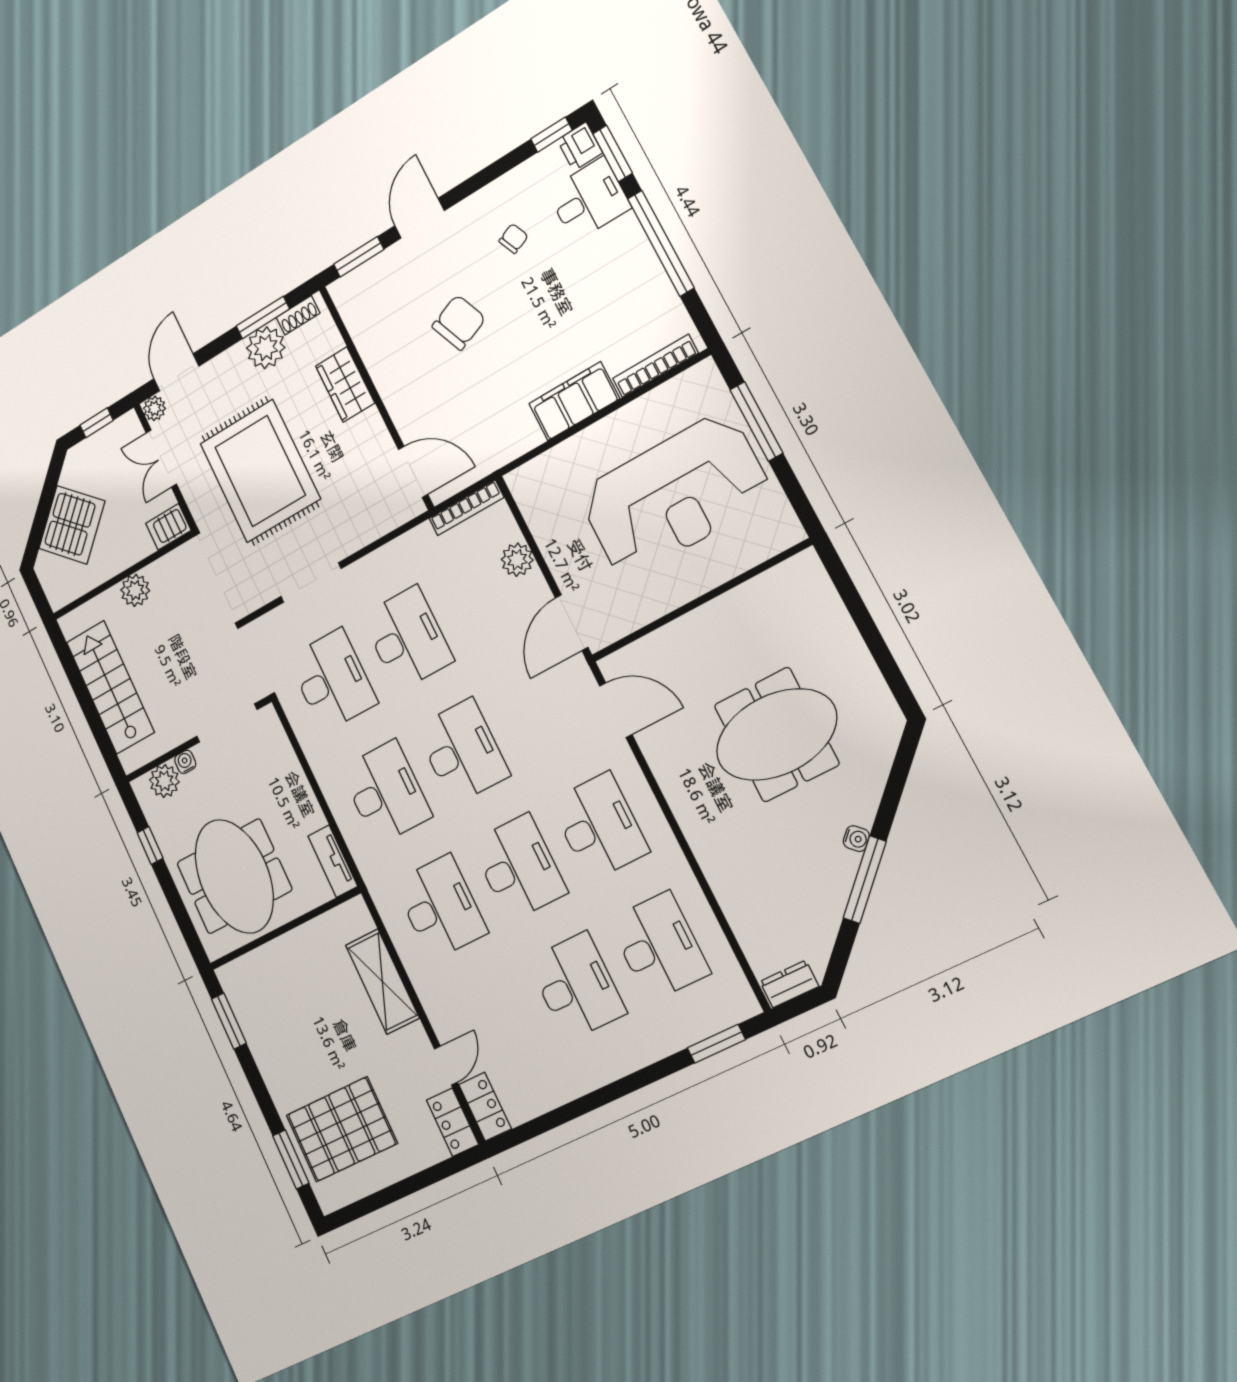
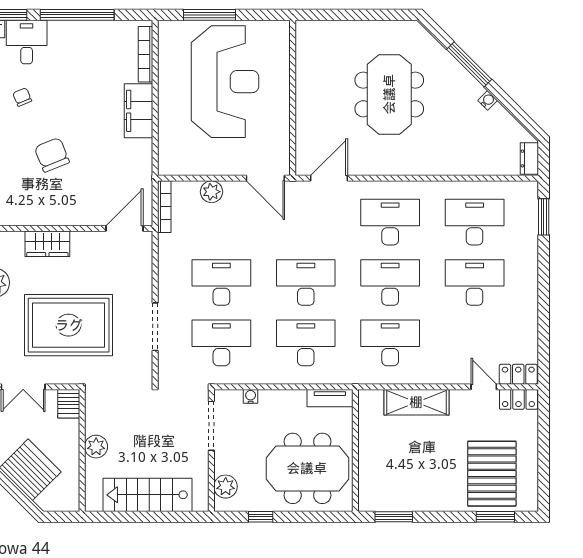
water cooler: (185, 762) -> (251, 396), moved, turned 90
water cooler: (856, 839) -> (488, 100), moved
window: (865, 880) -> (469, 64), moved

